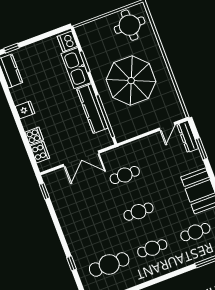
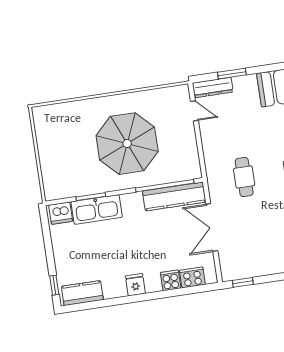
round table: (130, 25) -> (57, 131), removed
kitchen counter: (92, 109) -> (174, 196), moved
double door: (81, 159) -> (212, 228), swing flipped

